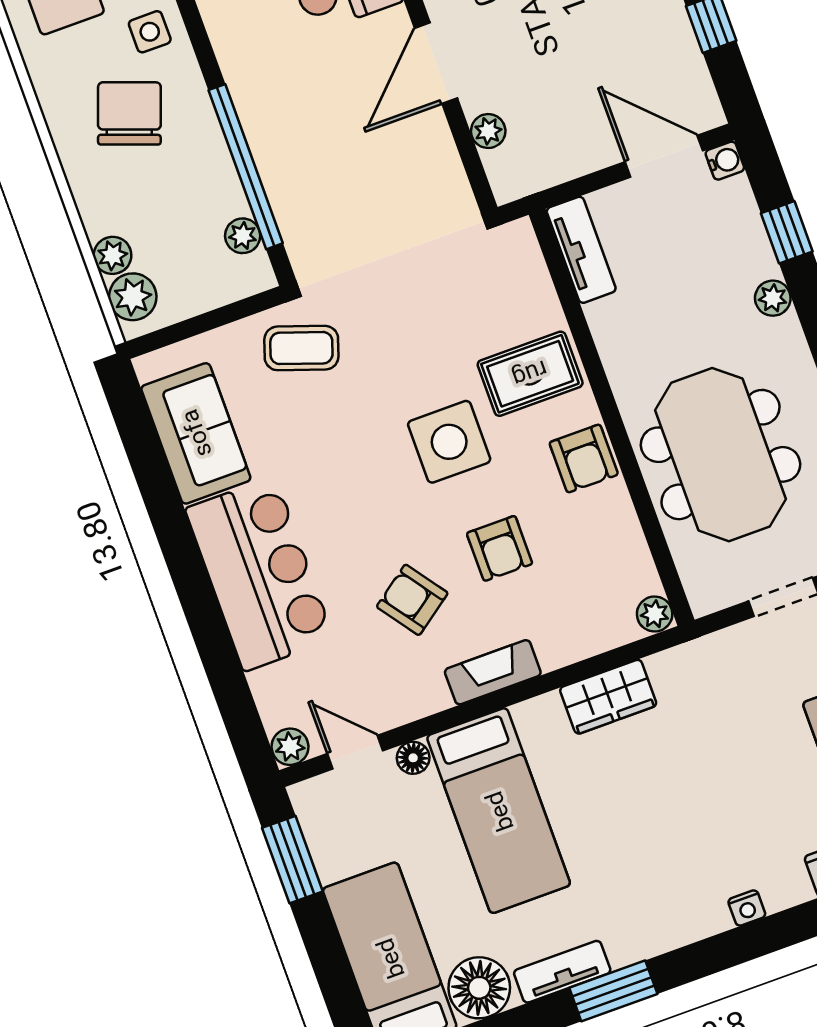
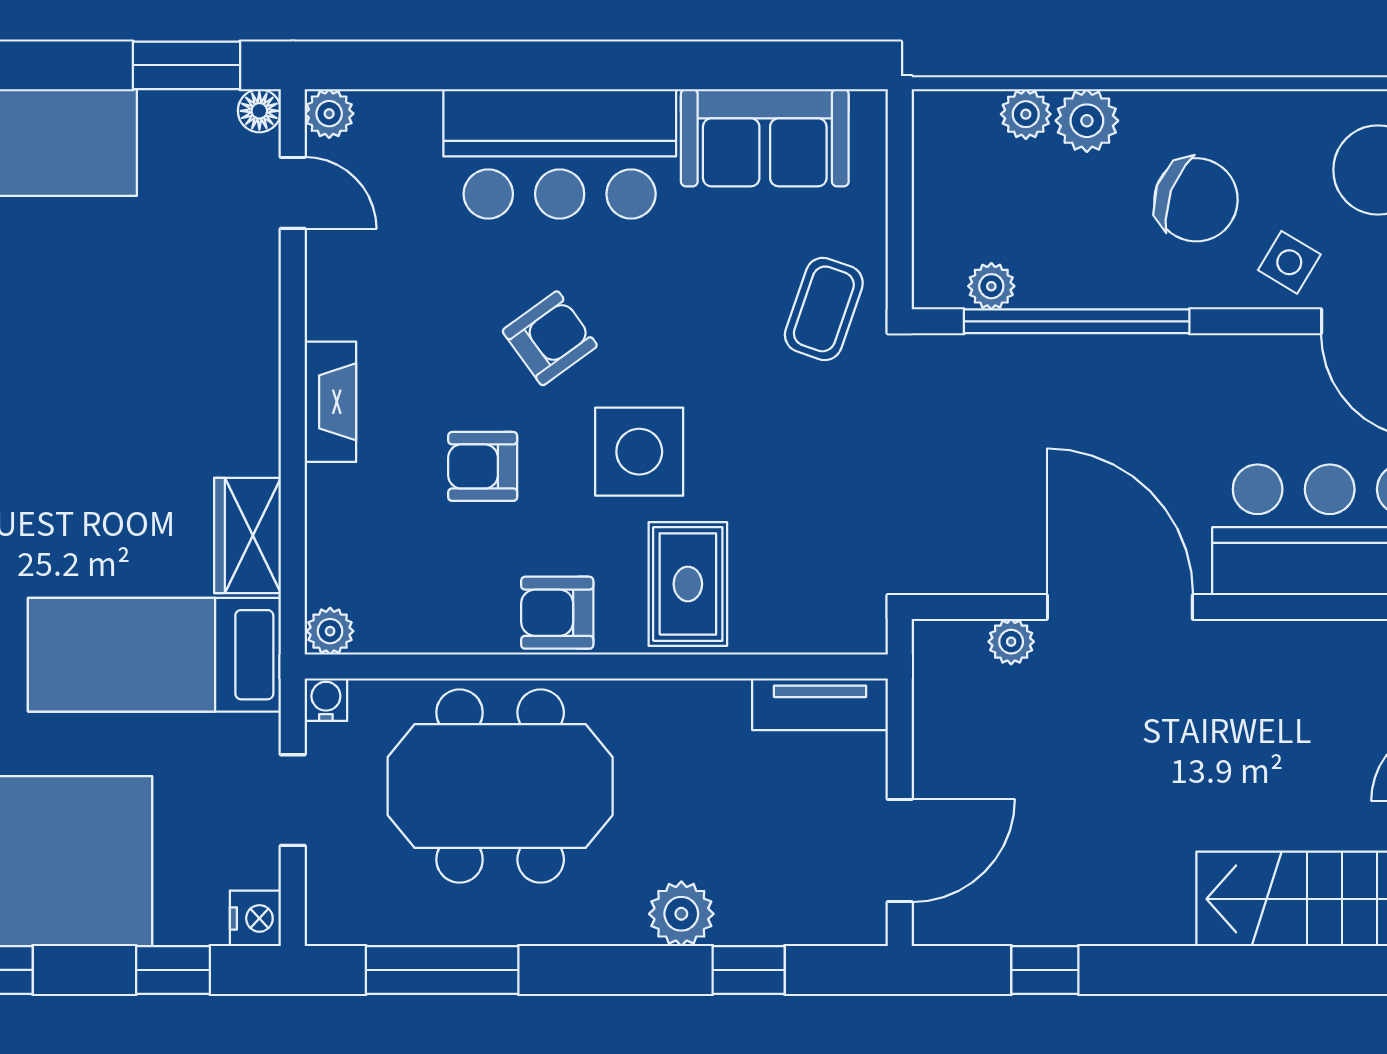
side table: (150, 32) -> (1289, 262), turned 31
door: (436, 63) -> (1120, 607), width x1.36
water cooler: (725, 161) -> (326, 700), moved, turned 180
plant: (133, 297) -> (1087, 121), moved
plant: (773, 298) -> (681, 914), width x1.38, depth x1.38
armchair: (412, 600) -> (550, 338), moved
door: (355, 752) -> (293, 193), hinge flipped
floor lamp: (413, 758) -> (259, 111), moved
bed: (499, 811) -> (154, 655), moved

